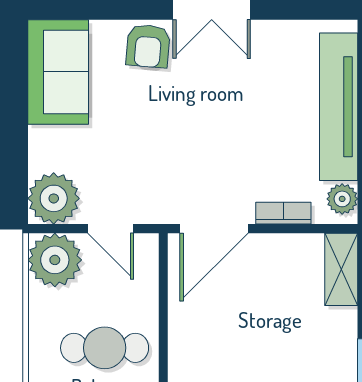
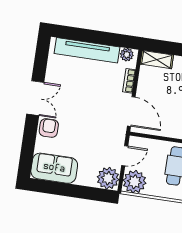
armchair: (148, 46) -> (49, 128), turned -95

